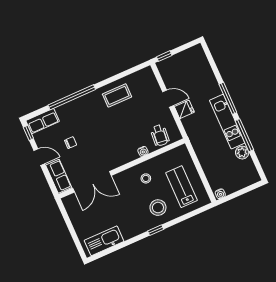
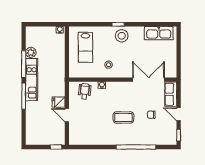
coffee table: (117, 95) -> (123, 117), moved
row of seats: (43, 121) -> (165, 139), removed
stool: (158, 208) -> (122, 36), moved

